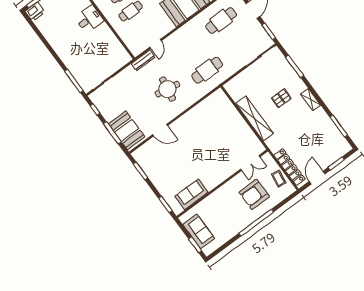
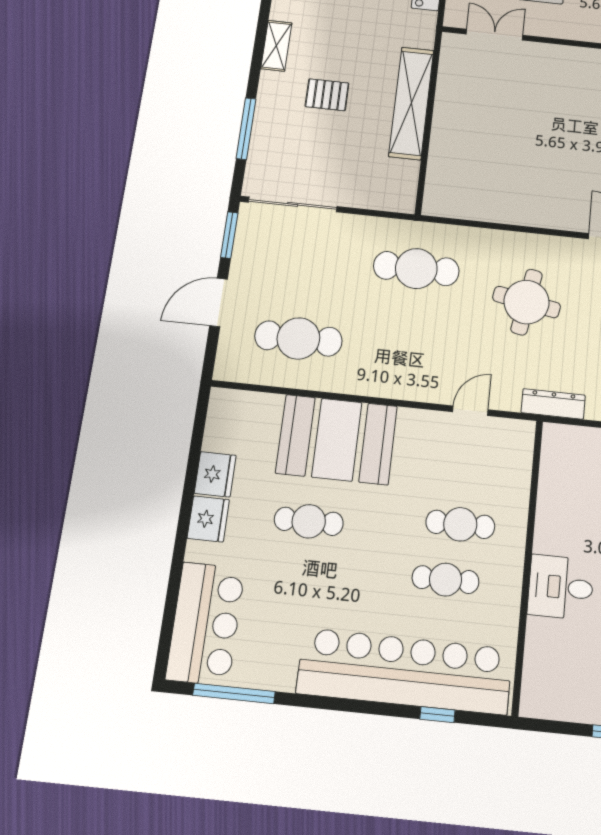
dresser: (143, 60) -> (553, 404), moved

